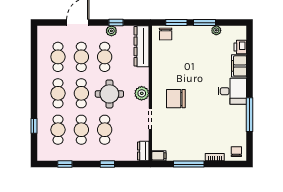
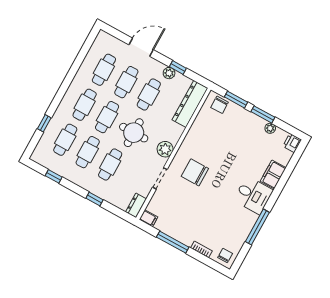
printer: (240, 47) -> (292, 143), moved

